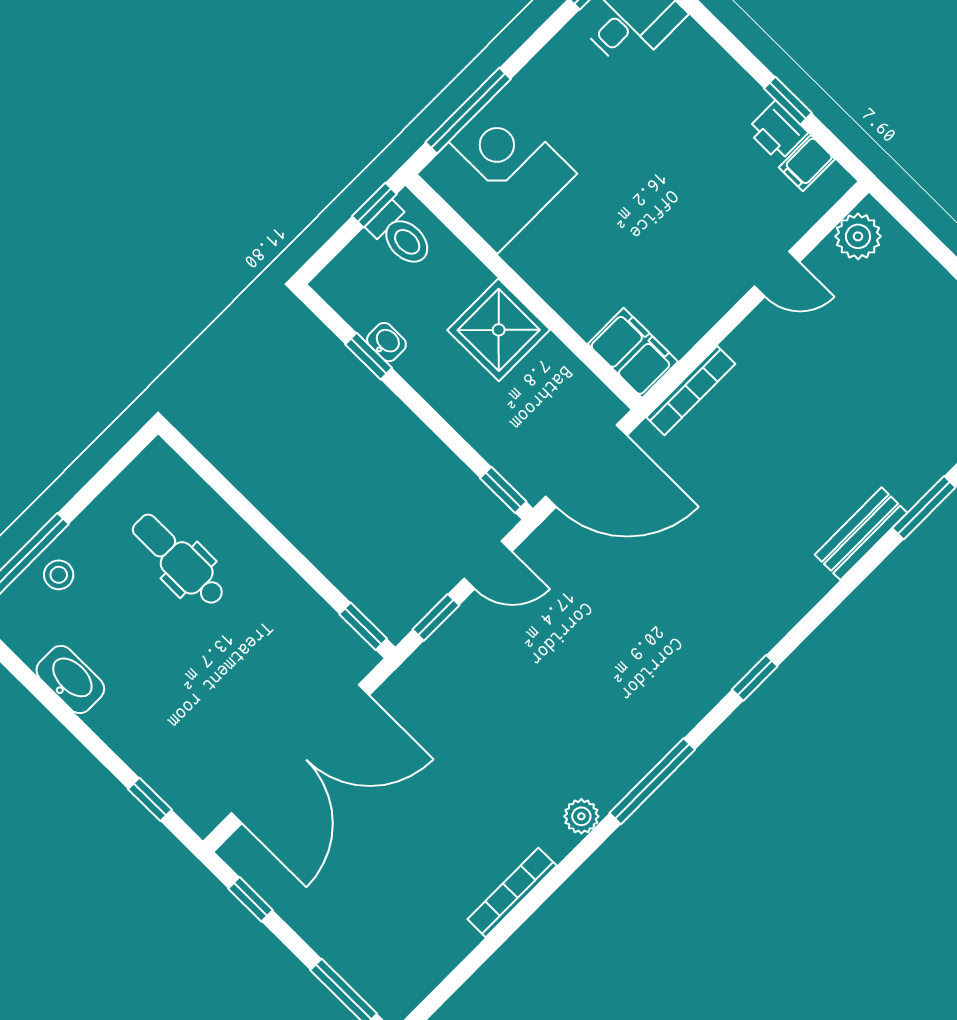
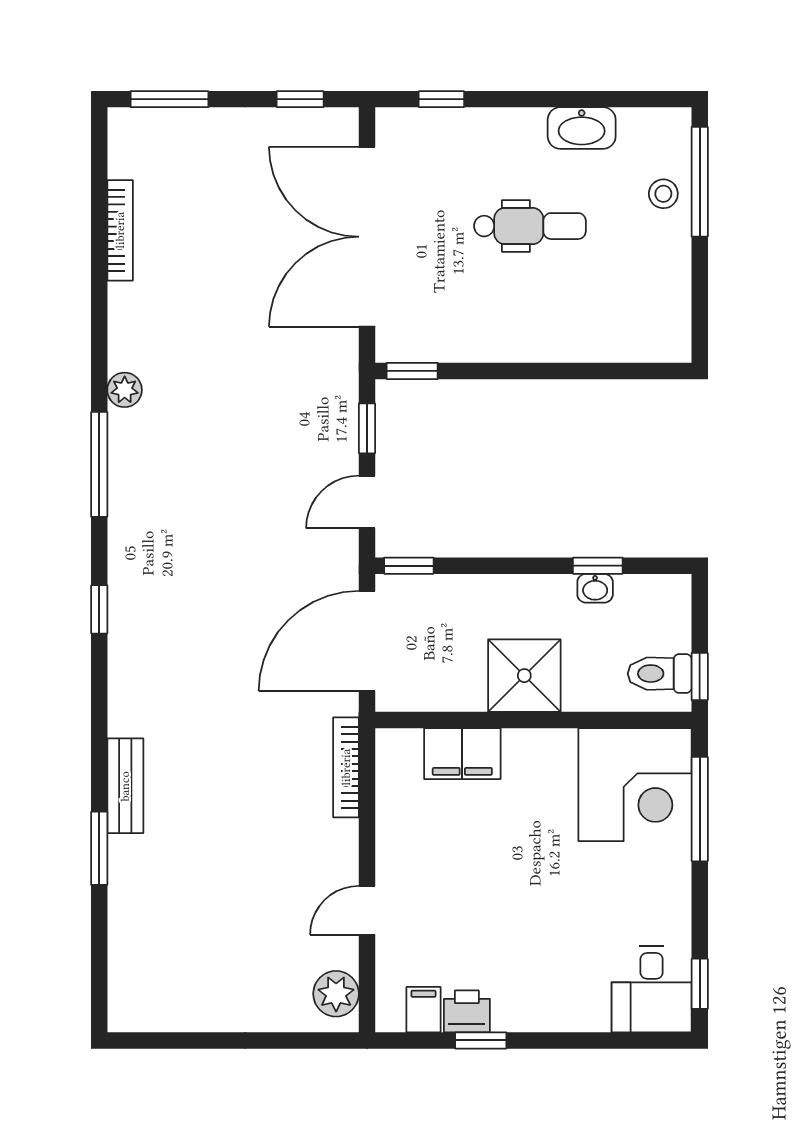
filing cabinet: (633, 353) -> (462, 754), moved
dental chair: (179, 560) -> (530, 226), moved
bookcase: (512, 892) -> (120, 230), moved

